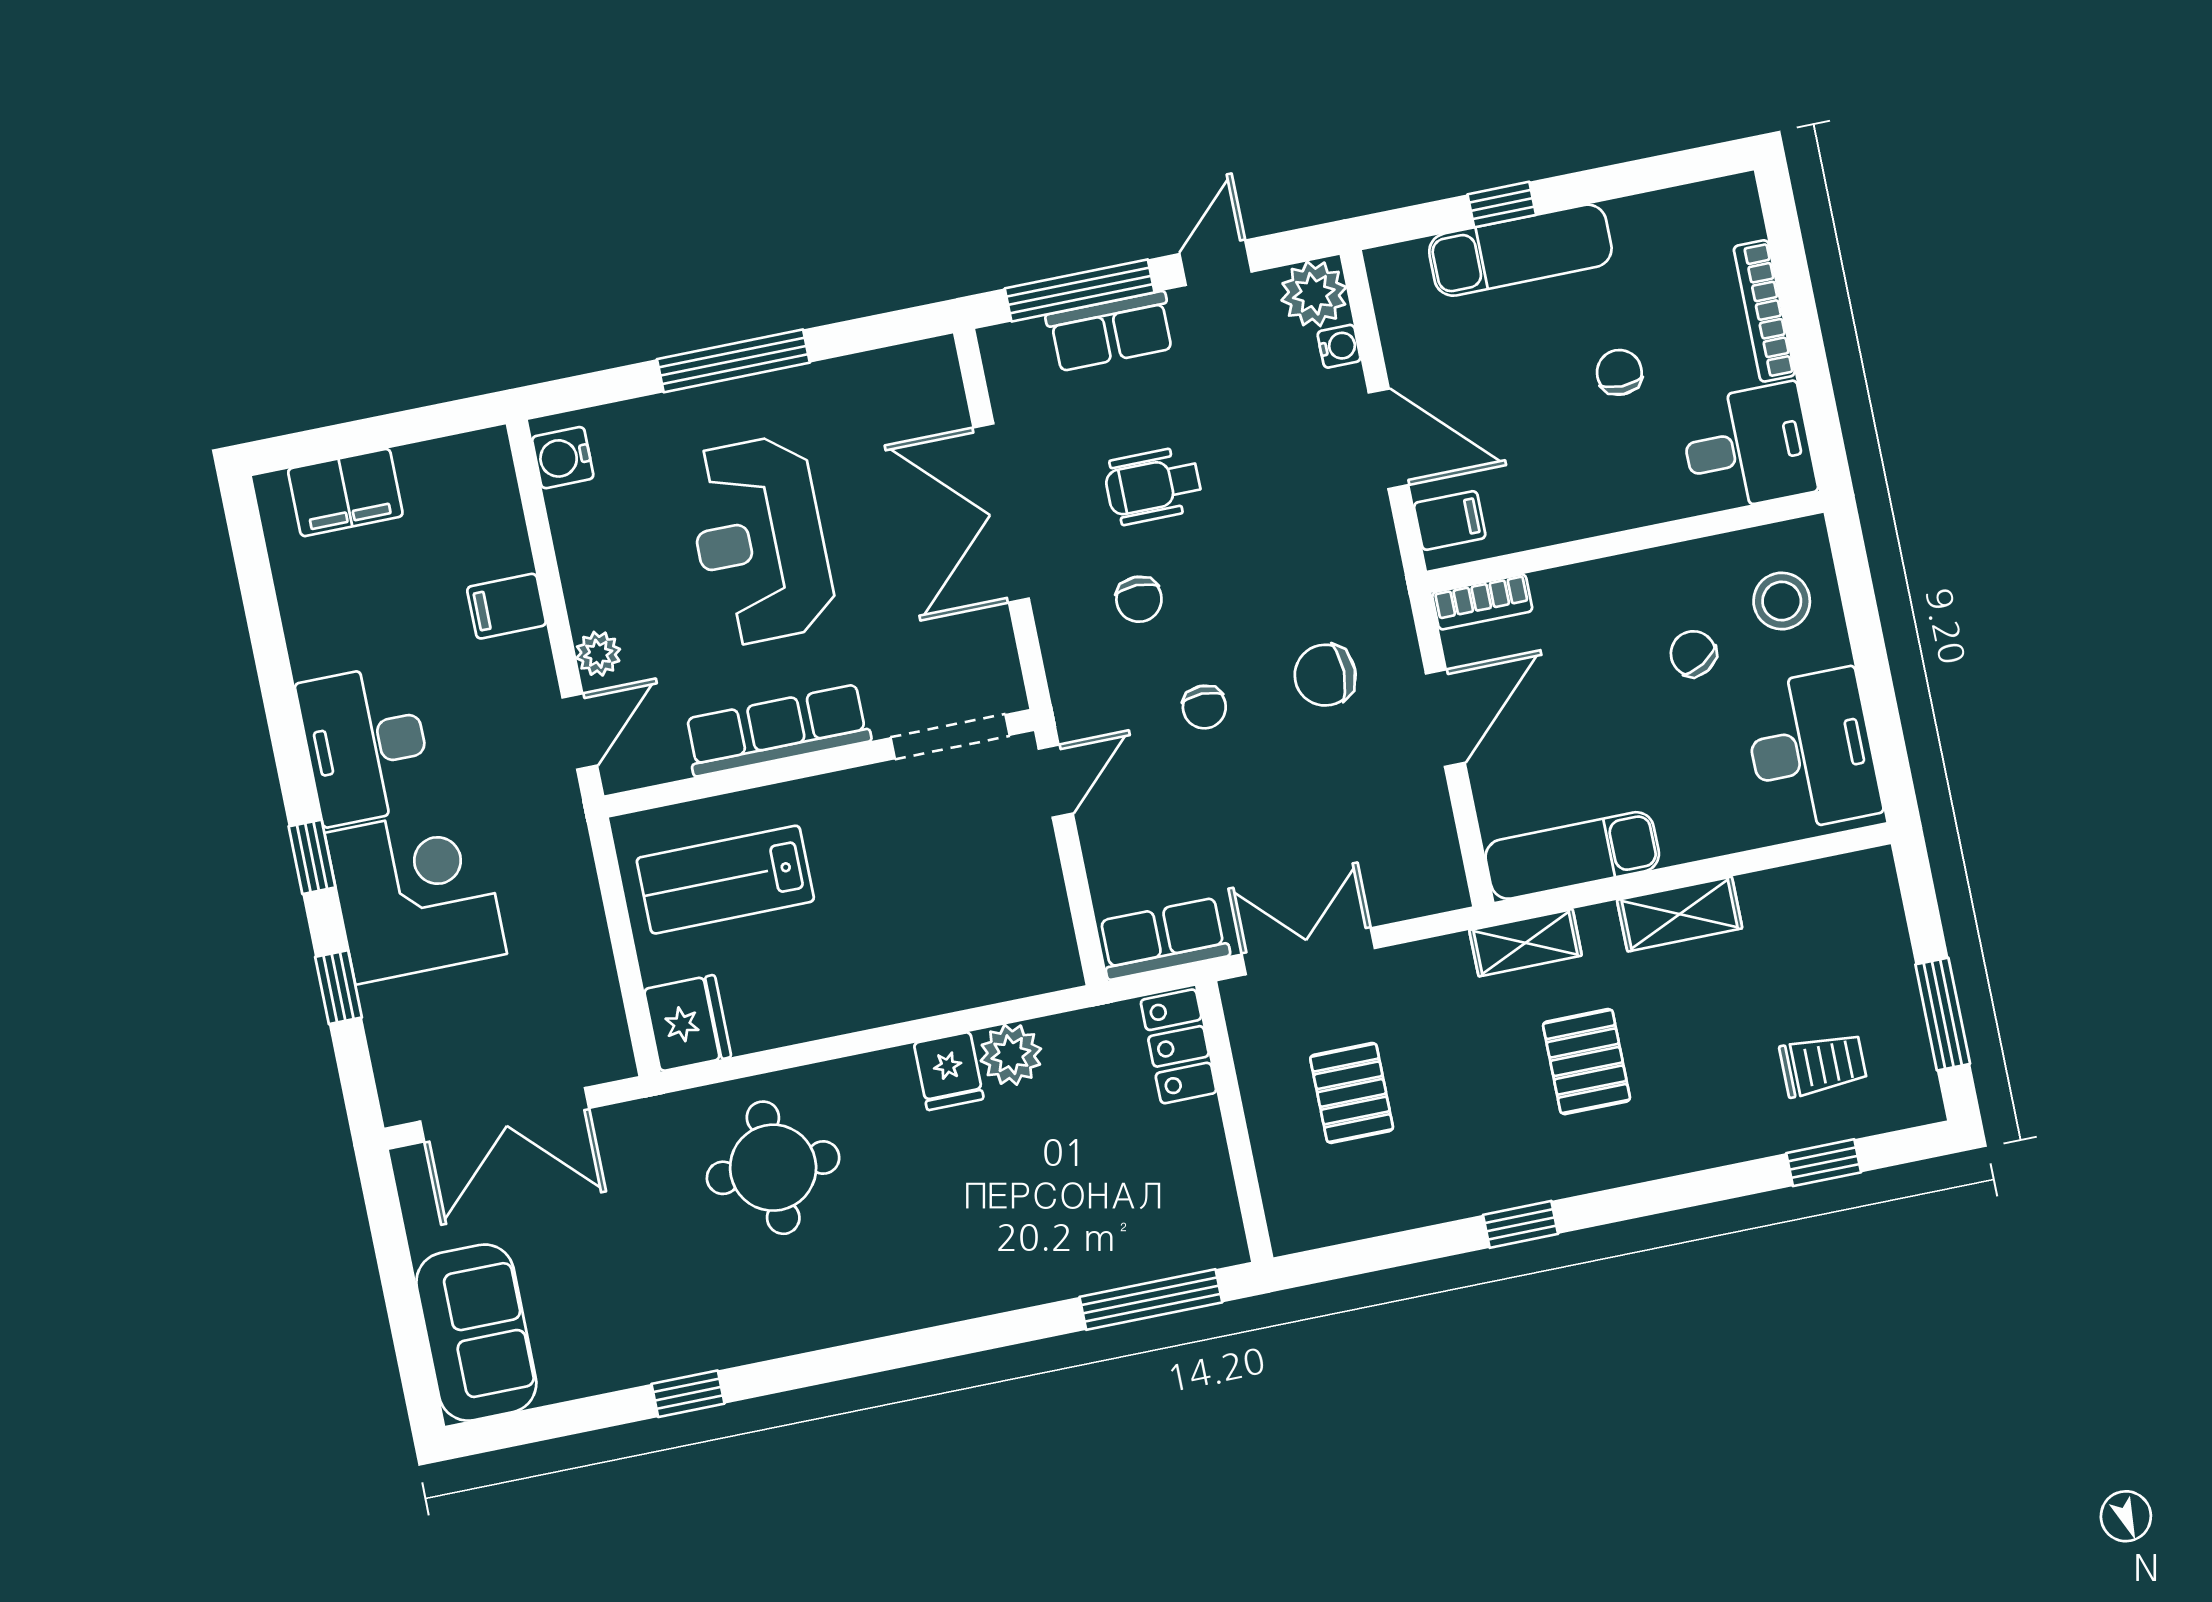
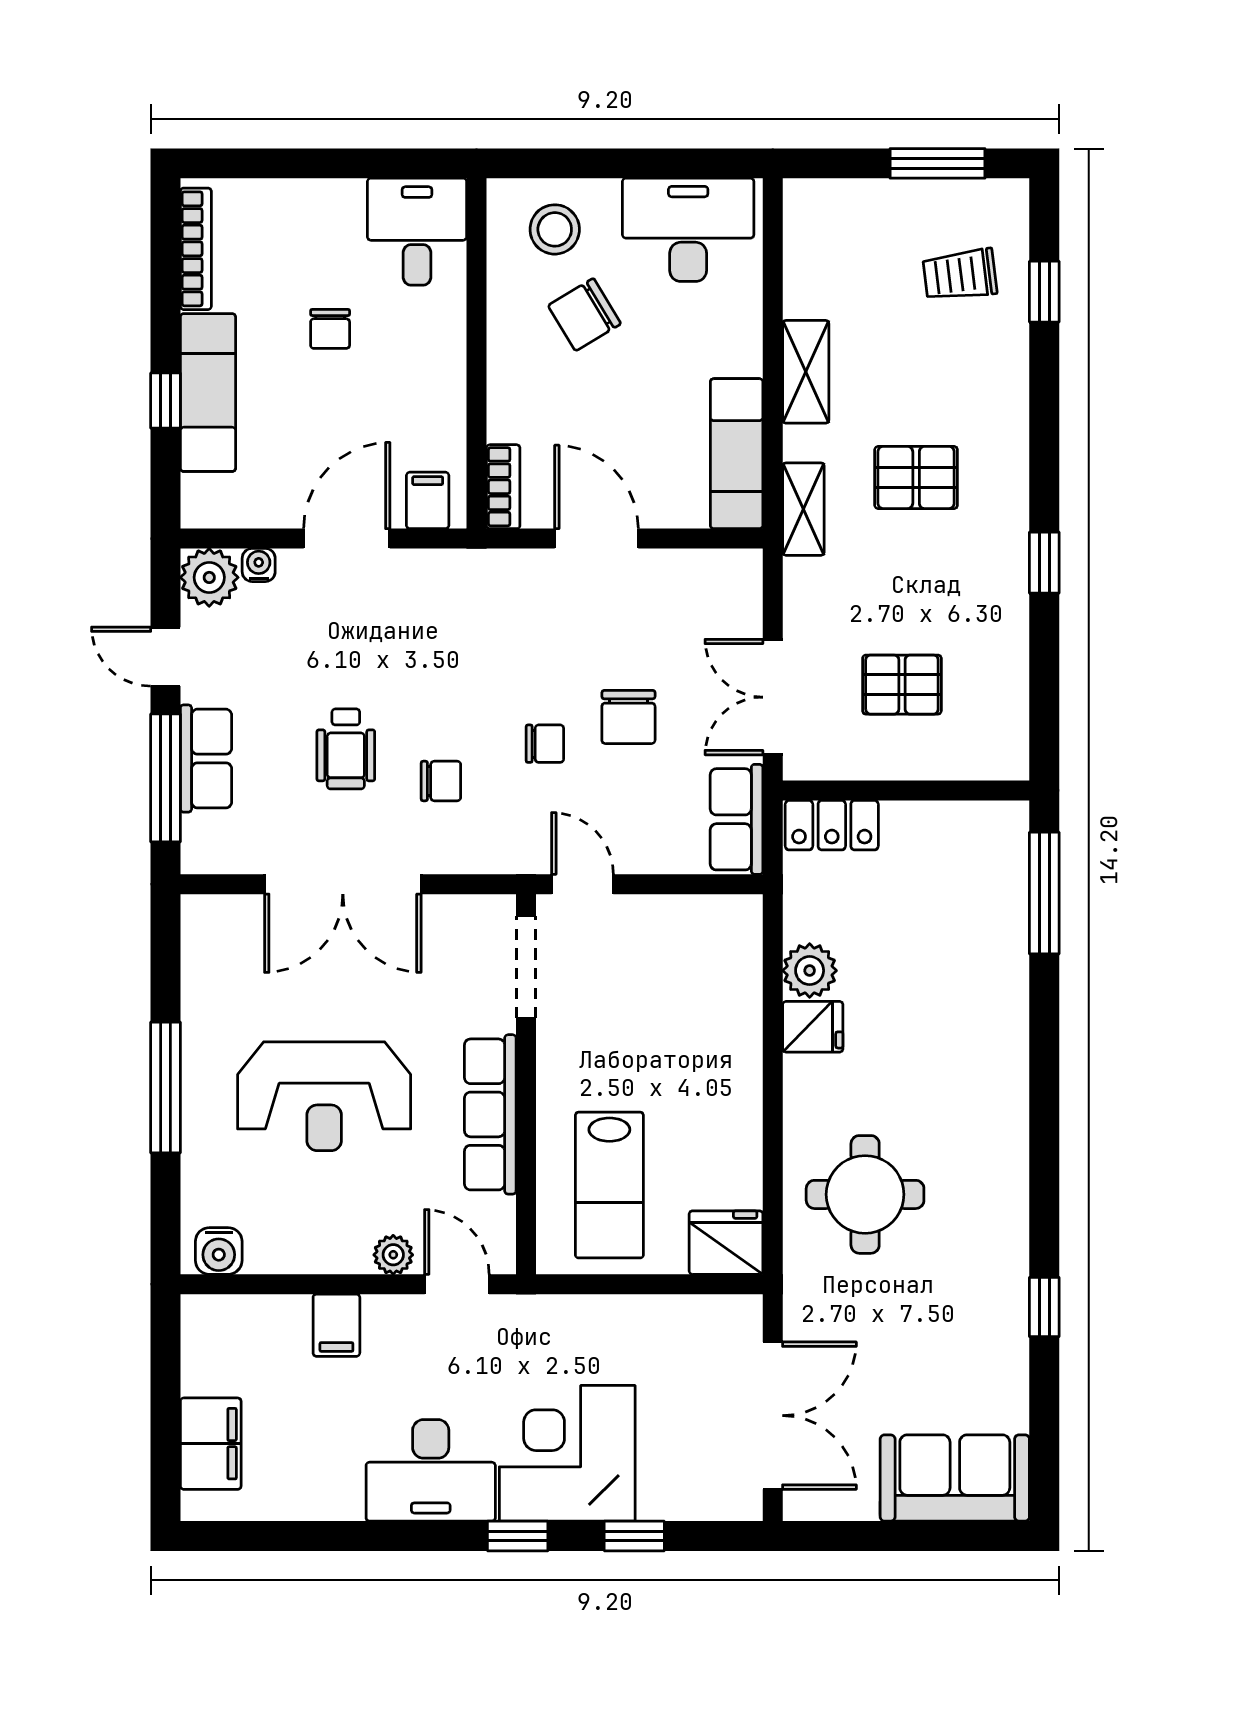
bookcase: (1764, 311) -> (196, 249), moved, turned -90
chair: (1619, 372) -> (330, 329), turned -90
chair: (1693, 654) -> (584, 315), width x1.37, depth x1.37
chair: (1325, 675) -> (628, 717), moved
trolley: (1823, 1064) -> (960, 275), turned -97

